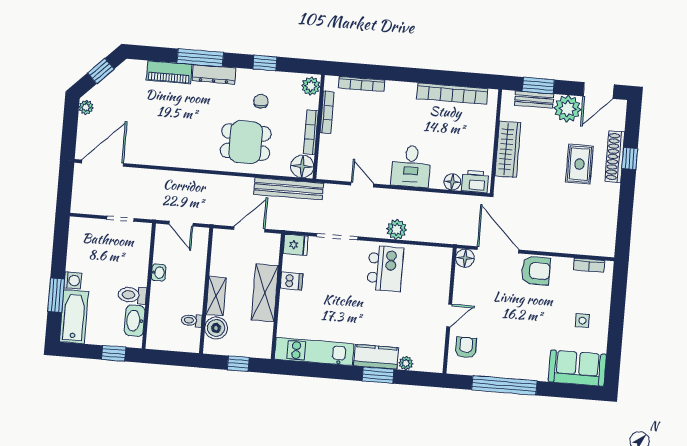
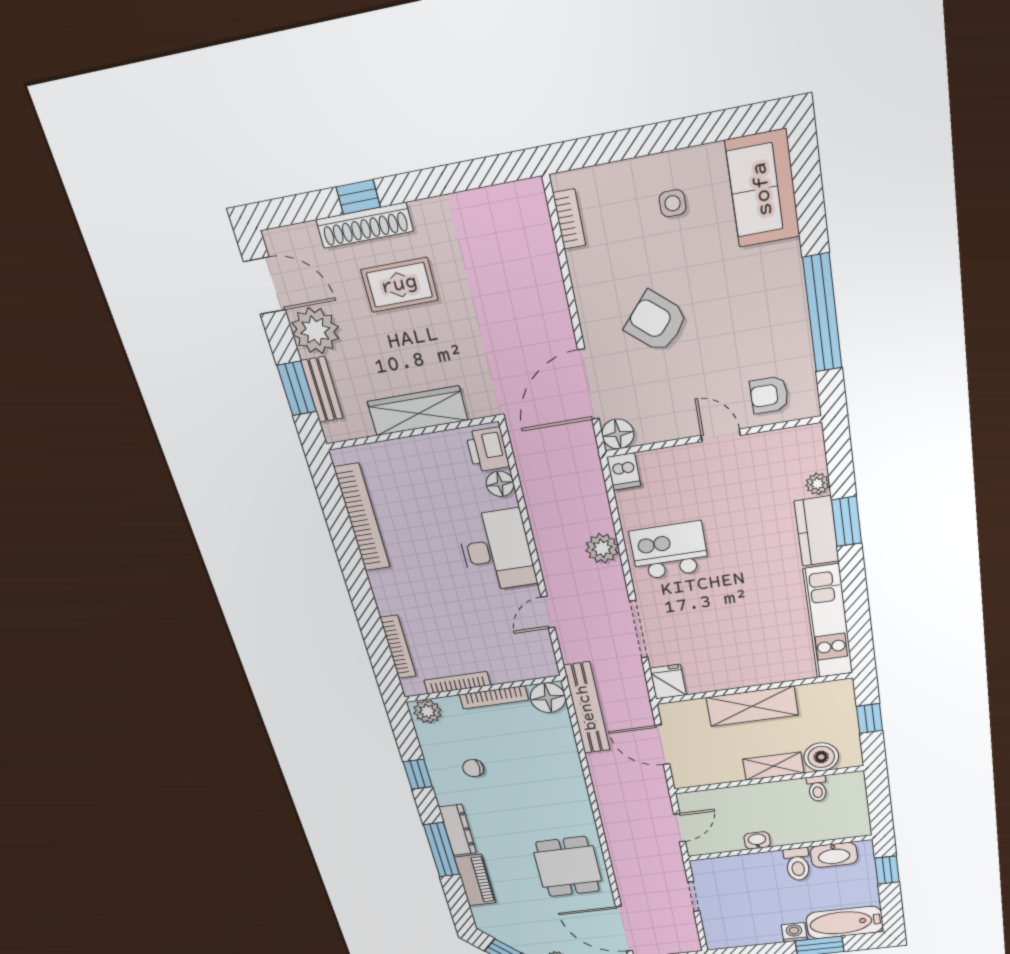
dining table: (246, 142) -> (568, 867), moved
desk: (411, 166) -> (496, 551), width x1.37
armchair: (536, 271) -> (656, 322), moved, turned -49
dishwasher: (291, 281) -> (624, 471), moved, turned 180

